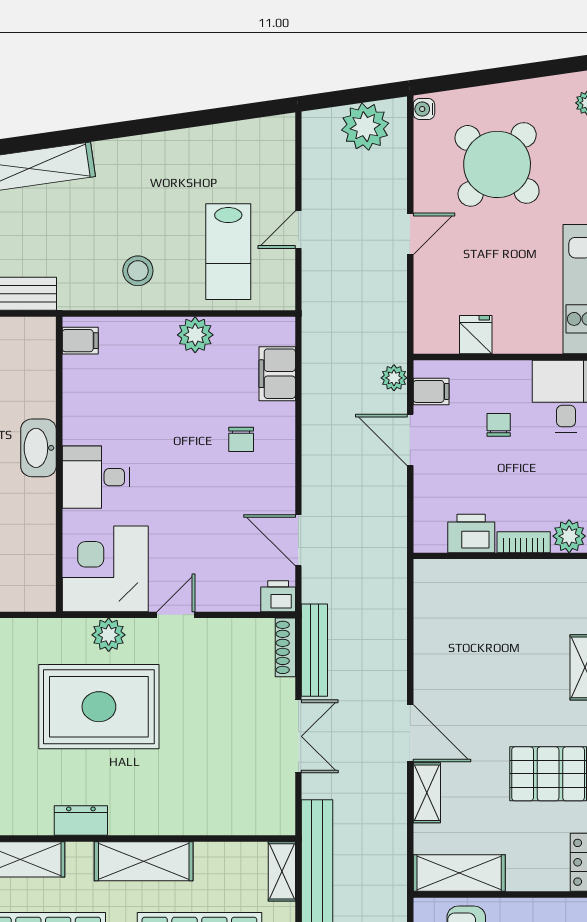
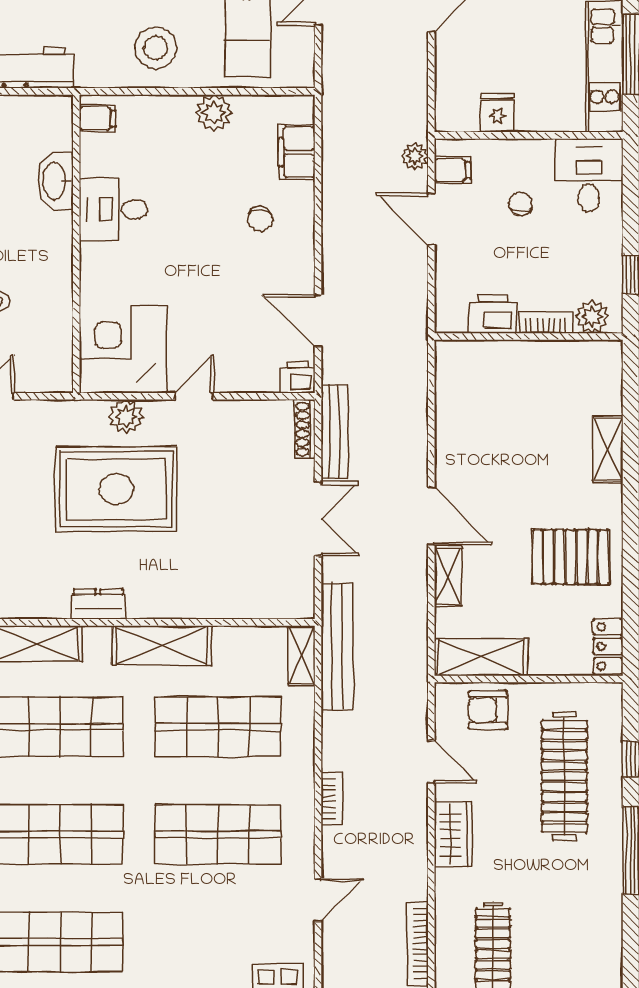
stool: (138, 271) -> (156, 48), width x1.38, depth x1.38
washbasin: (38, 448) -> (55, 181), moved
desk: (96, 477) -> (113, 209), moved

